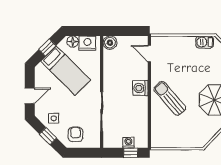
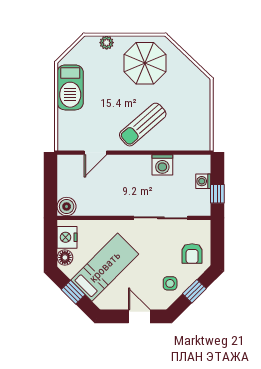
barbecue: (205, 42) -> (70, 87), width x1.88, depth x1.53
door: (149, 54) -> (95, 153), moved
washing machine: (140, 88) -> (162, 165), moved
armchair: (75, 134) -> (192, 254), turned -90
window: (131, 153) -> (217, 194), moved

